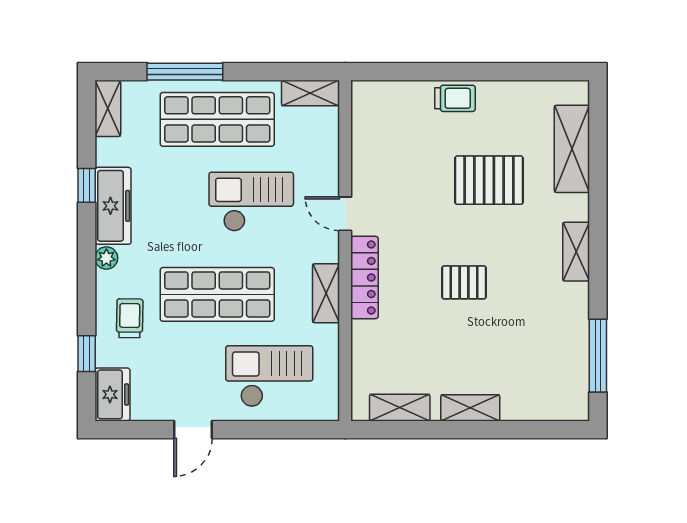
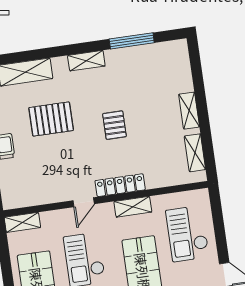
shelving: (310, 93) -> (22, 222), moved, turned 90
pallet: (489, 180) -> (51, 119), turned 90
window: (598, 356) -> (132, 41), moved

